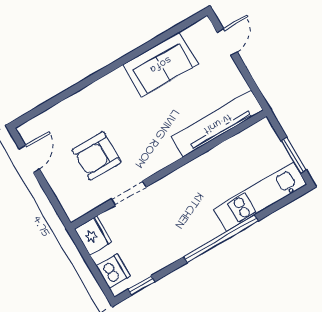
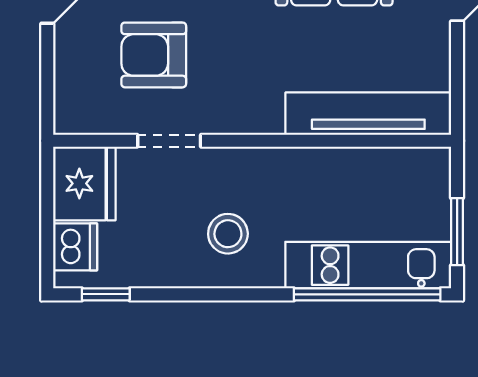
stool: (183, 221) -> (228, 234), added
fridge: (93, 235) -> (84, 183), width x1.36, depth x1.34
window: (221, 239) -> (367, 294), moved

